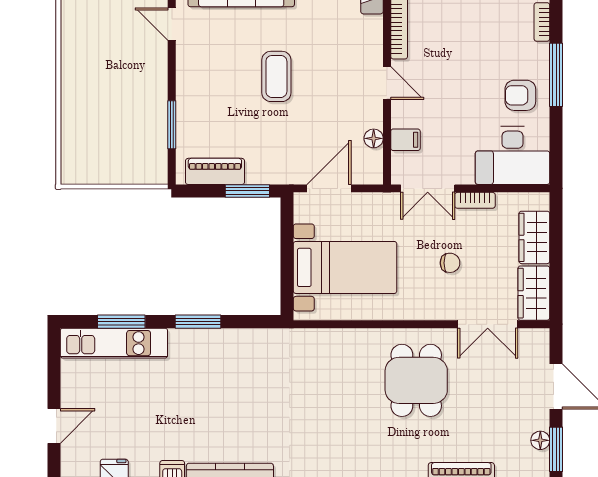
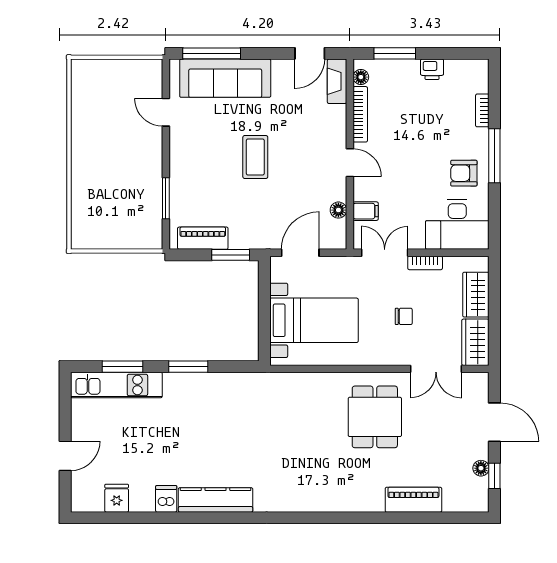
double door: (428, 188) -> (385, 253), swing flipped
window: (556, 449) -> (494, 476), width x0.67

